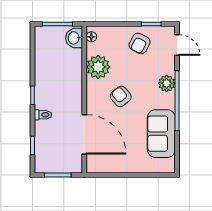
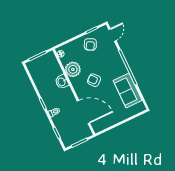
washbasin: (74, 38) -> (62, 82), moved
door: (177, 45) -> (112, 35), hinge flipped
plant: (167, 83) -> (117, 60), removed

